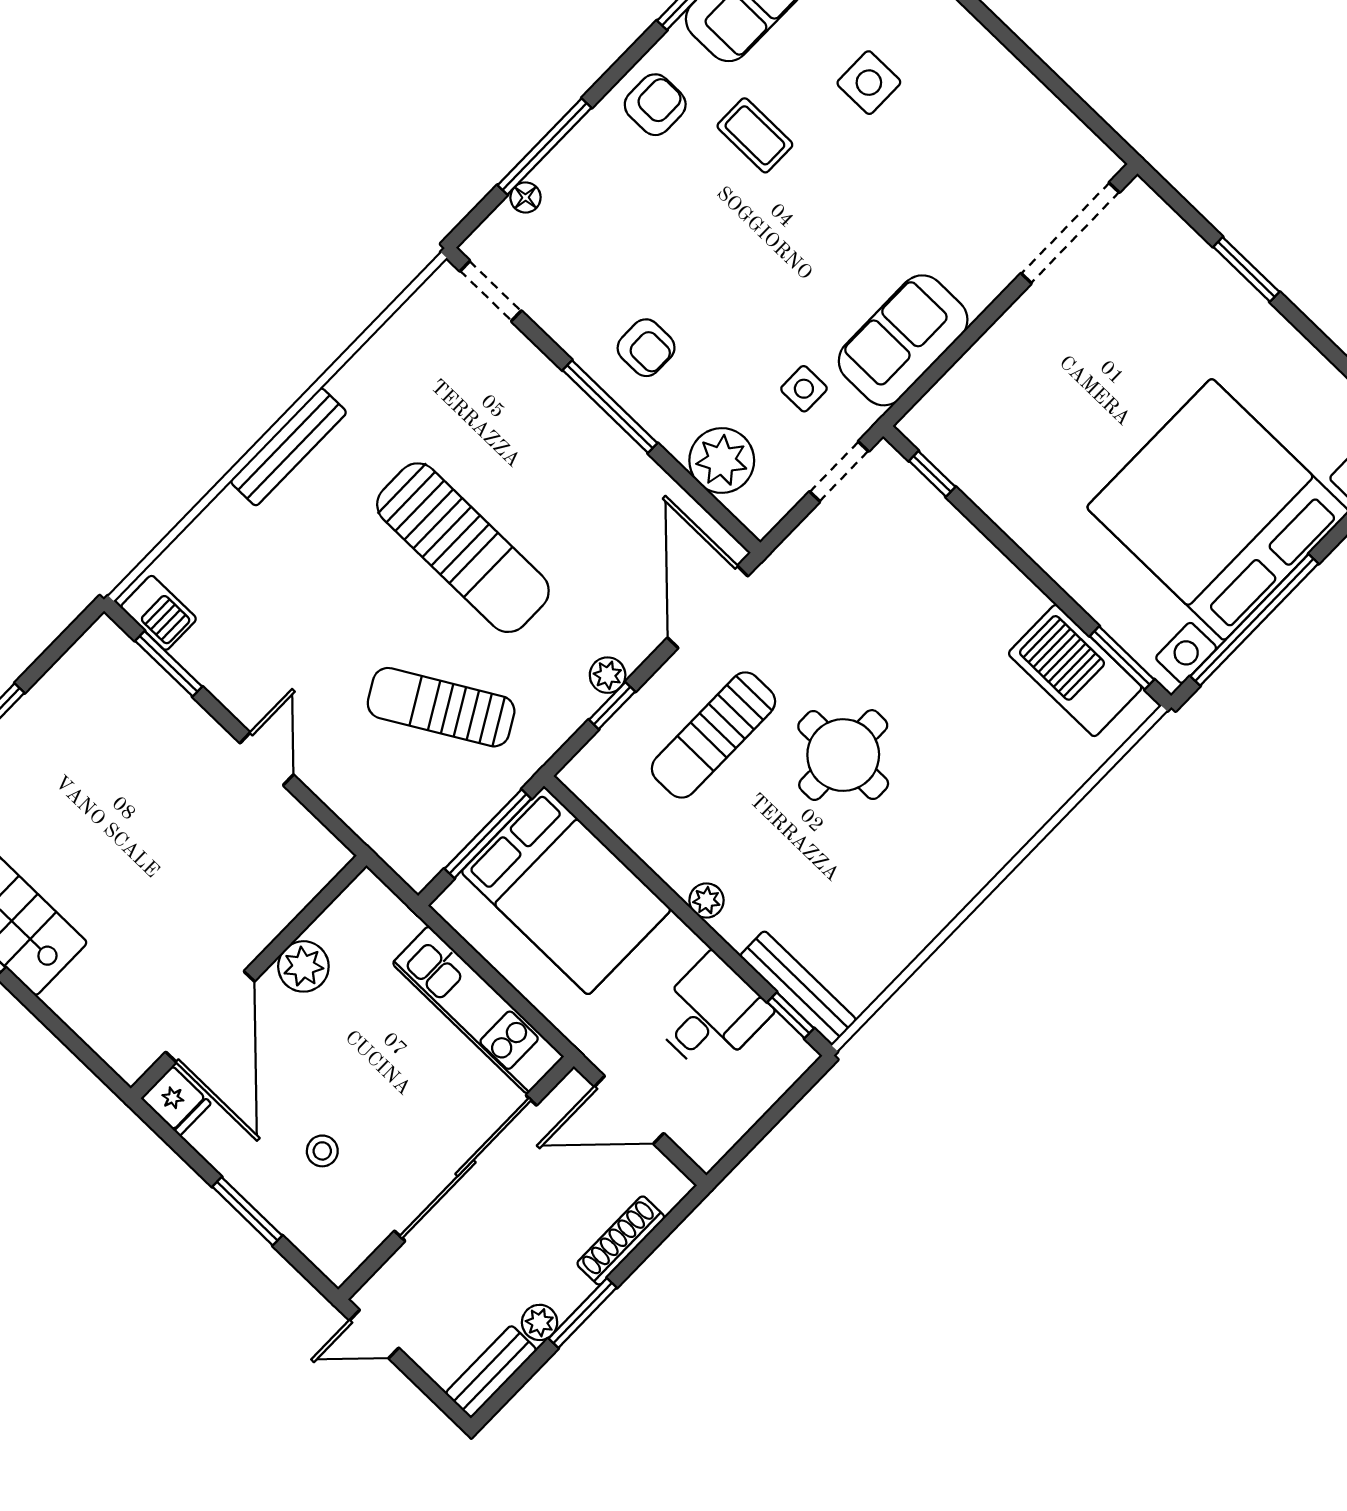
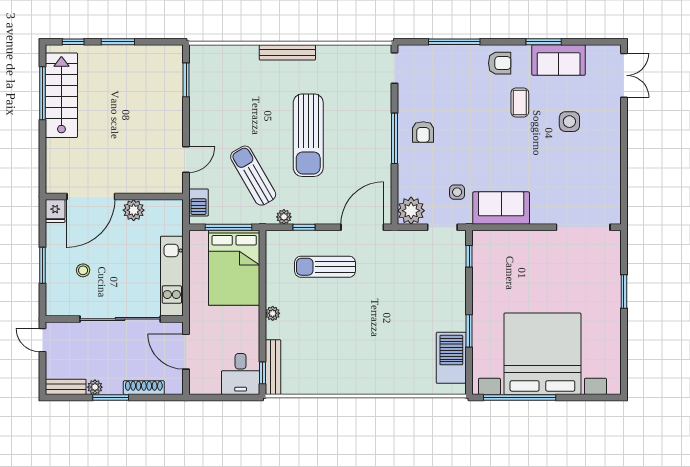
floor lamp: (526, 197) -> (433, 51), removed
plant: (722, 460) -> (411, 211), moved
barbecue: (159, 613) -> (199, 203), moved
window: (1122, 658) -> (469, 331), moved
plant: (608, 675) -> (284, 217), moved
round table: (843, 755) -> (357, 312), removed
door: (267, 759) -> (186, 160), moved
desk: (710, 1014) -> (241, 374), moved, turned 90

